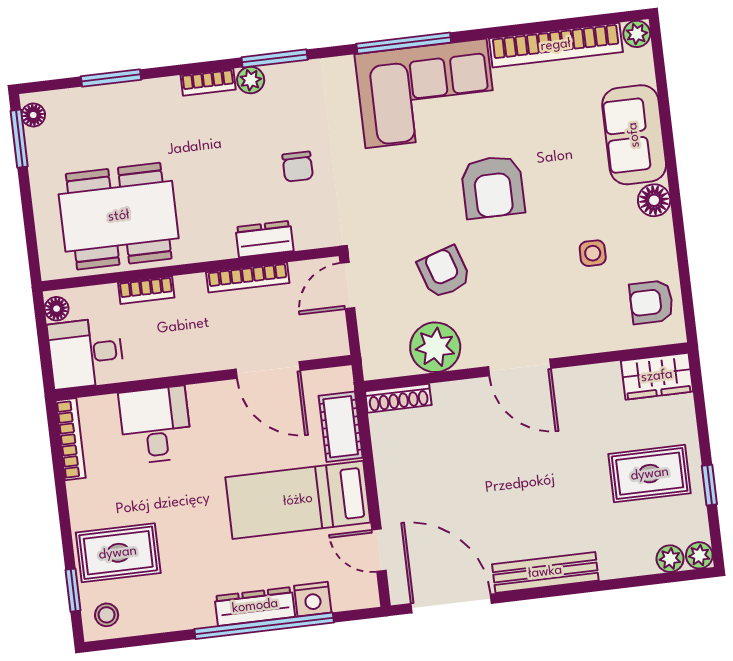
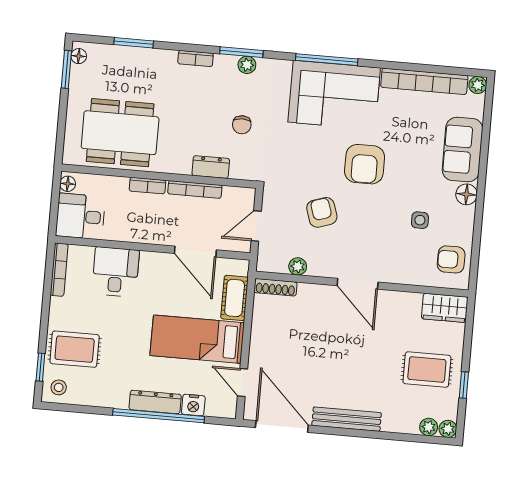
plant: (251, 80) -> (247, 65), moved
door: (347, 286) -> (256, 226), moved
bookcase: (146, 290) -> (147, 186), moved
plant: (435, 347) -> (298, 266), width x0.53, depth x0.53

